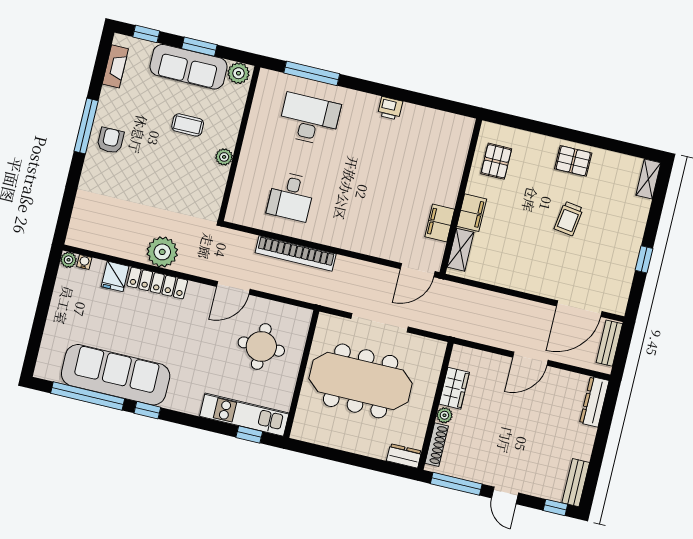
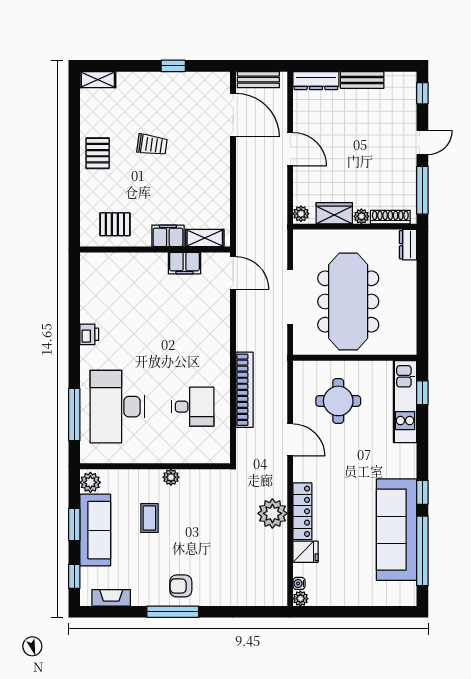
desk: (309, 119) -> (117, 407), width x1.36, depth x1.30
plant: (462, 354) -> (301, 214), added
bench: (576, 483) -> (362, 80), moved

